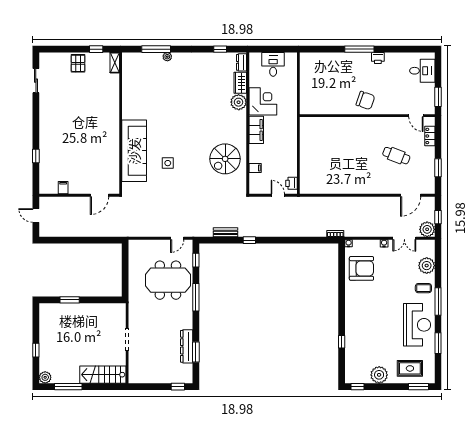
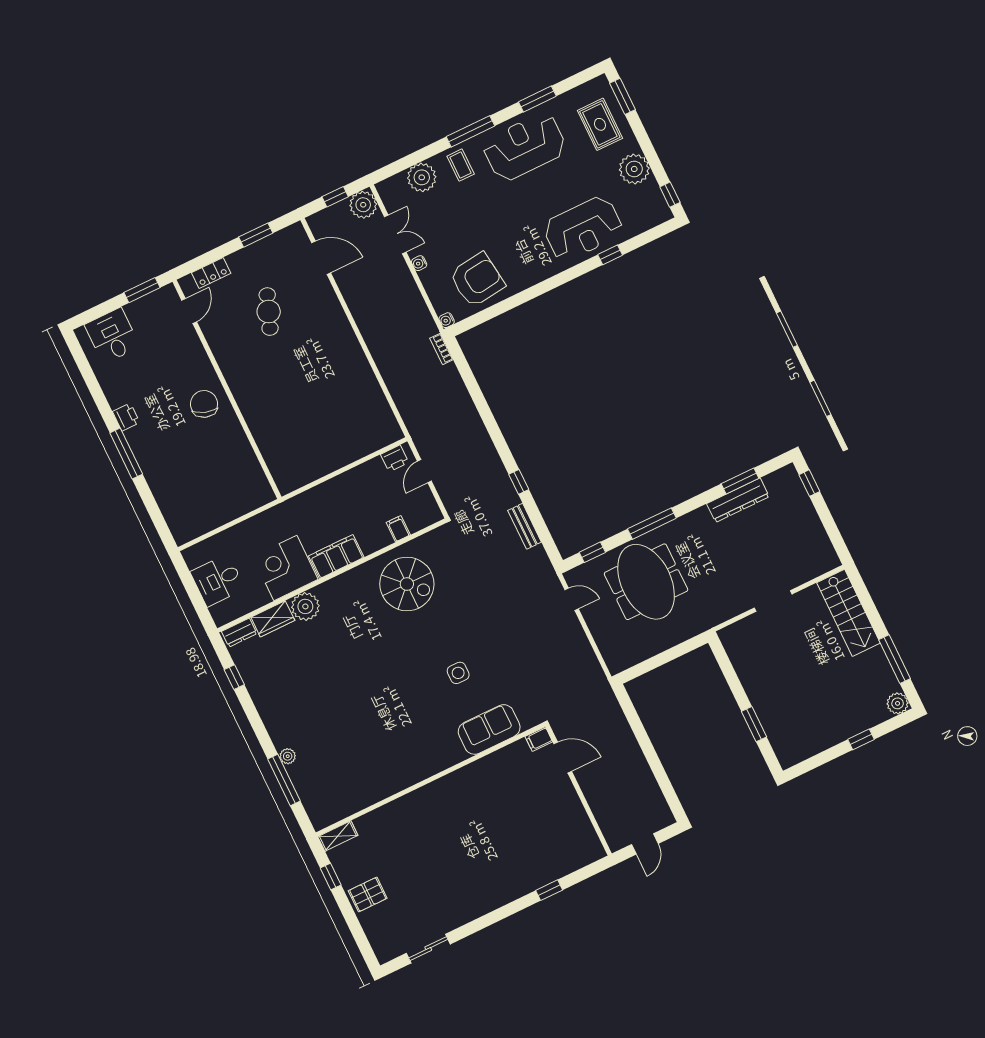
sofa: (134, 151) -> (489, 729), width x0.54, depth x0.79
filing cabinet: (63, 188) -> (539, 739), moved
armchair: (361, 268) -> (477, 280), turned 83
reception desk: (361, 334) -> (583, 229), added

